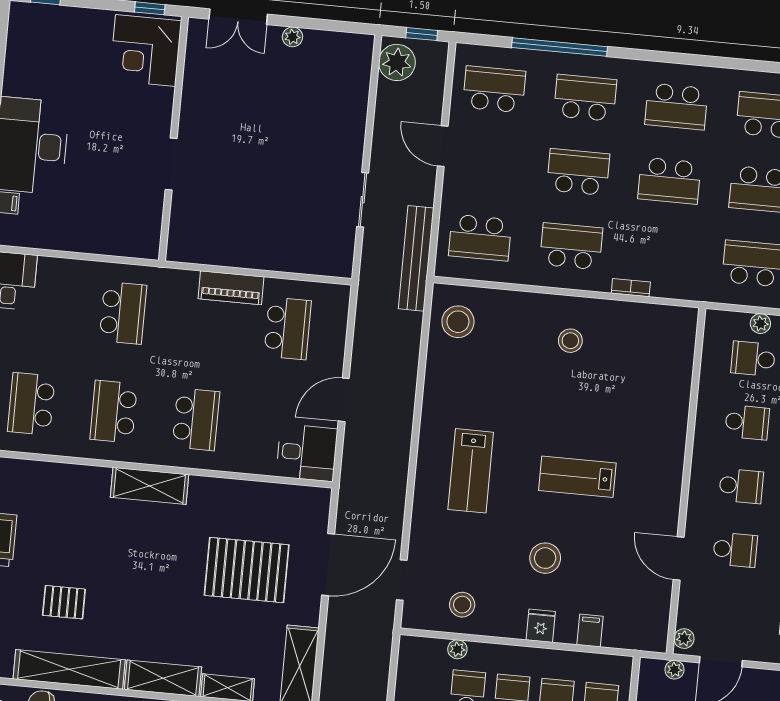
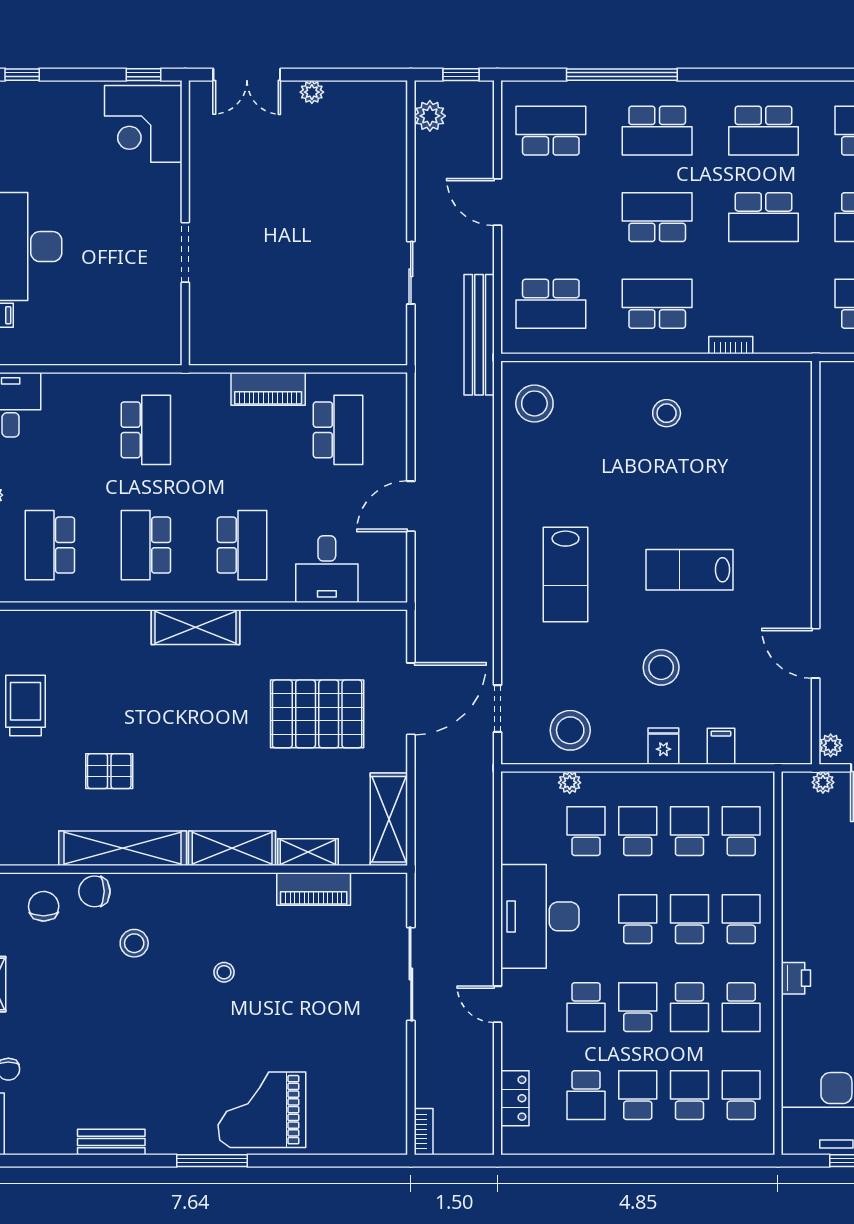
plant: (397, 62) -> (430, 116), width x0.73, depth x0.73
school desk: (585, 98) -> (657, 131), turned 180
desk: (307, 453) -> (327, 569), moved, turned 90
stool: (462, 605) -> (570, 730), width x1.38, depth x1.38

